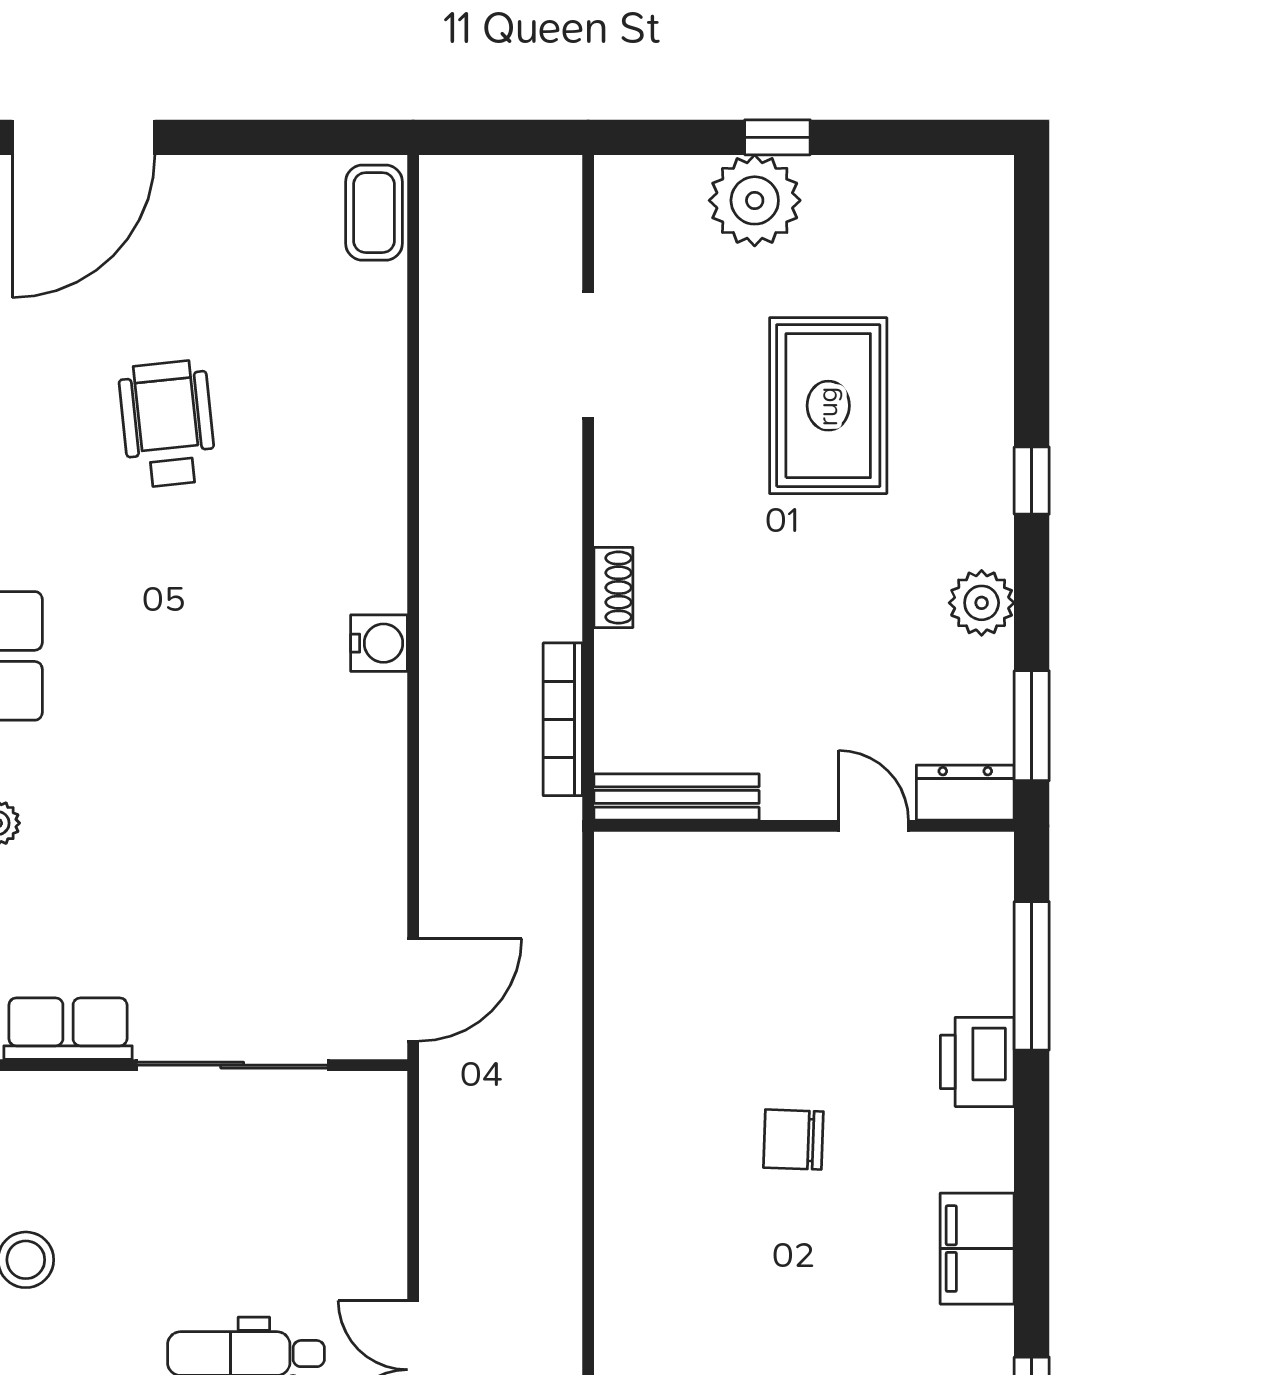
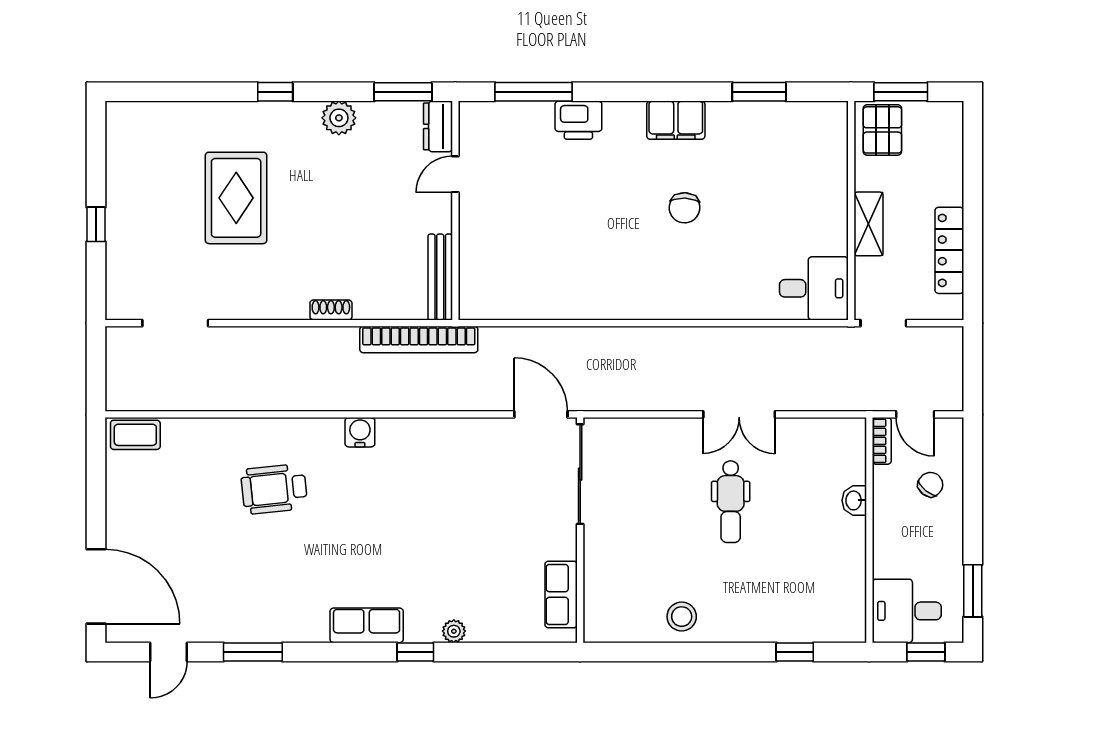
plant: (755, 200) -> (129, 236), removed
doorway: (588, 355) -> (175, 323), moved
rug: (828, 406) -> (236, 198), turned 90
wheelchair: (167, 424) -> (274, 489), moved
bookcase: (563, 719) -> (419, 340), width x1.48, depth x1.31
sliding door: (232, 1065) -> (580, 474), moved
chair: (793, 1140) -> (685, 208), moved

